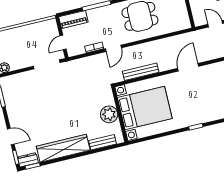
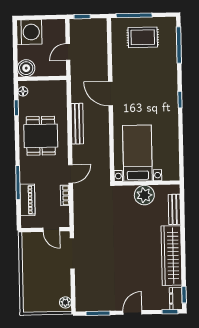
piano: (73, 19) -> (27, 200), moved
door: (113, 48) -> (70, 174), hinge flipped
bench: (141, 72) -> (77, 124), moved
bed with nightstands: (145, 108) -> (137, 153), width x0.73
door: (11, 137) -> (132, 312), moved

